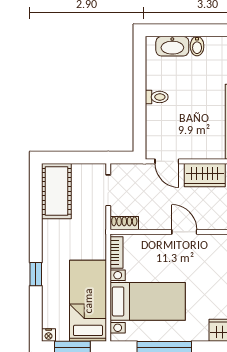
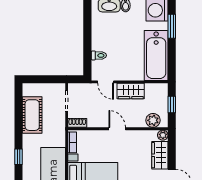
toilet: (157, 97) -> (99, 55), moved
cot: (56, 191) -> (32, 115), moved

